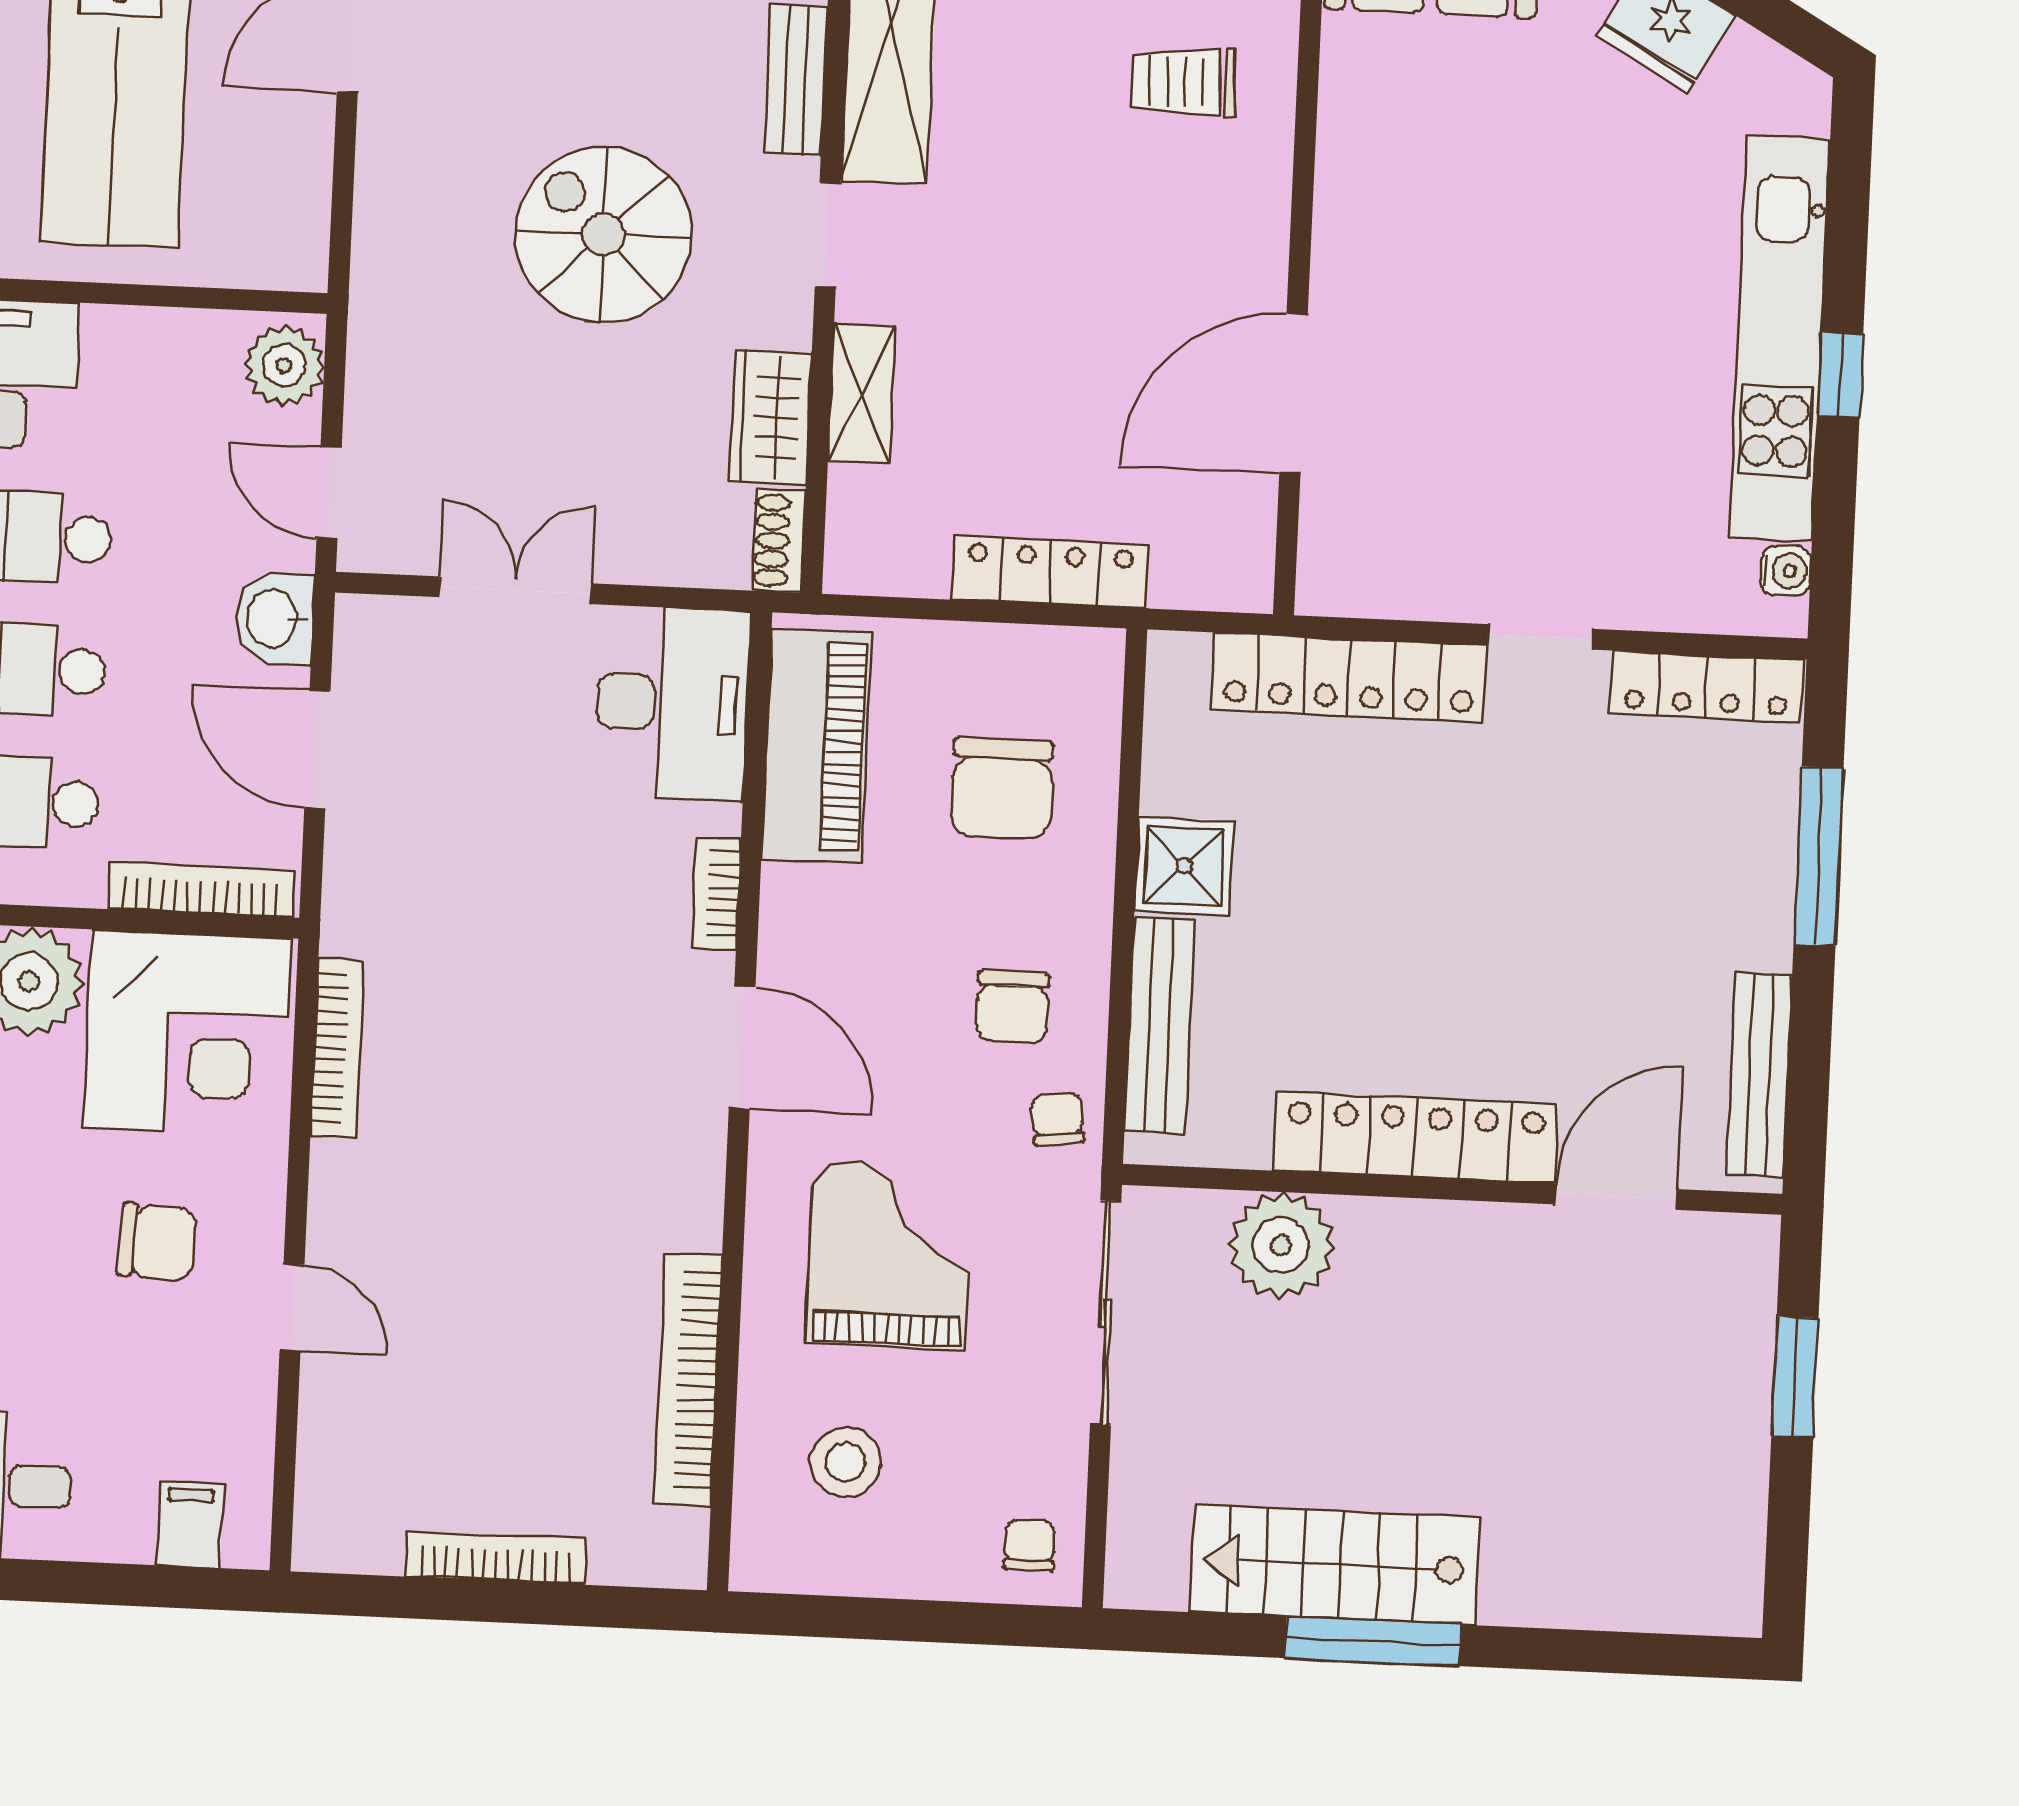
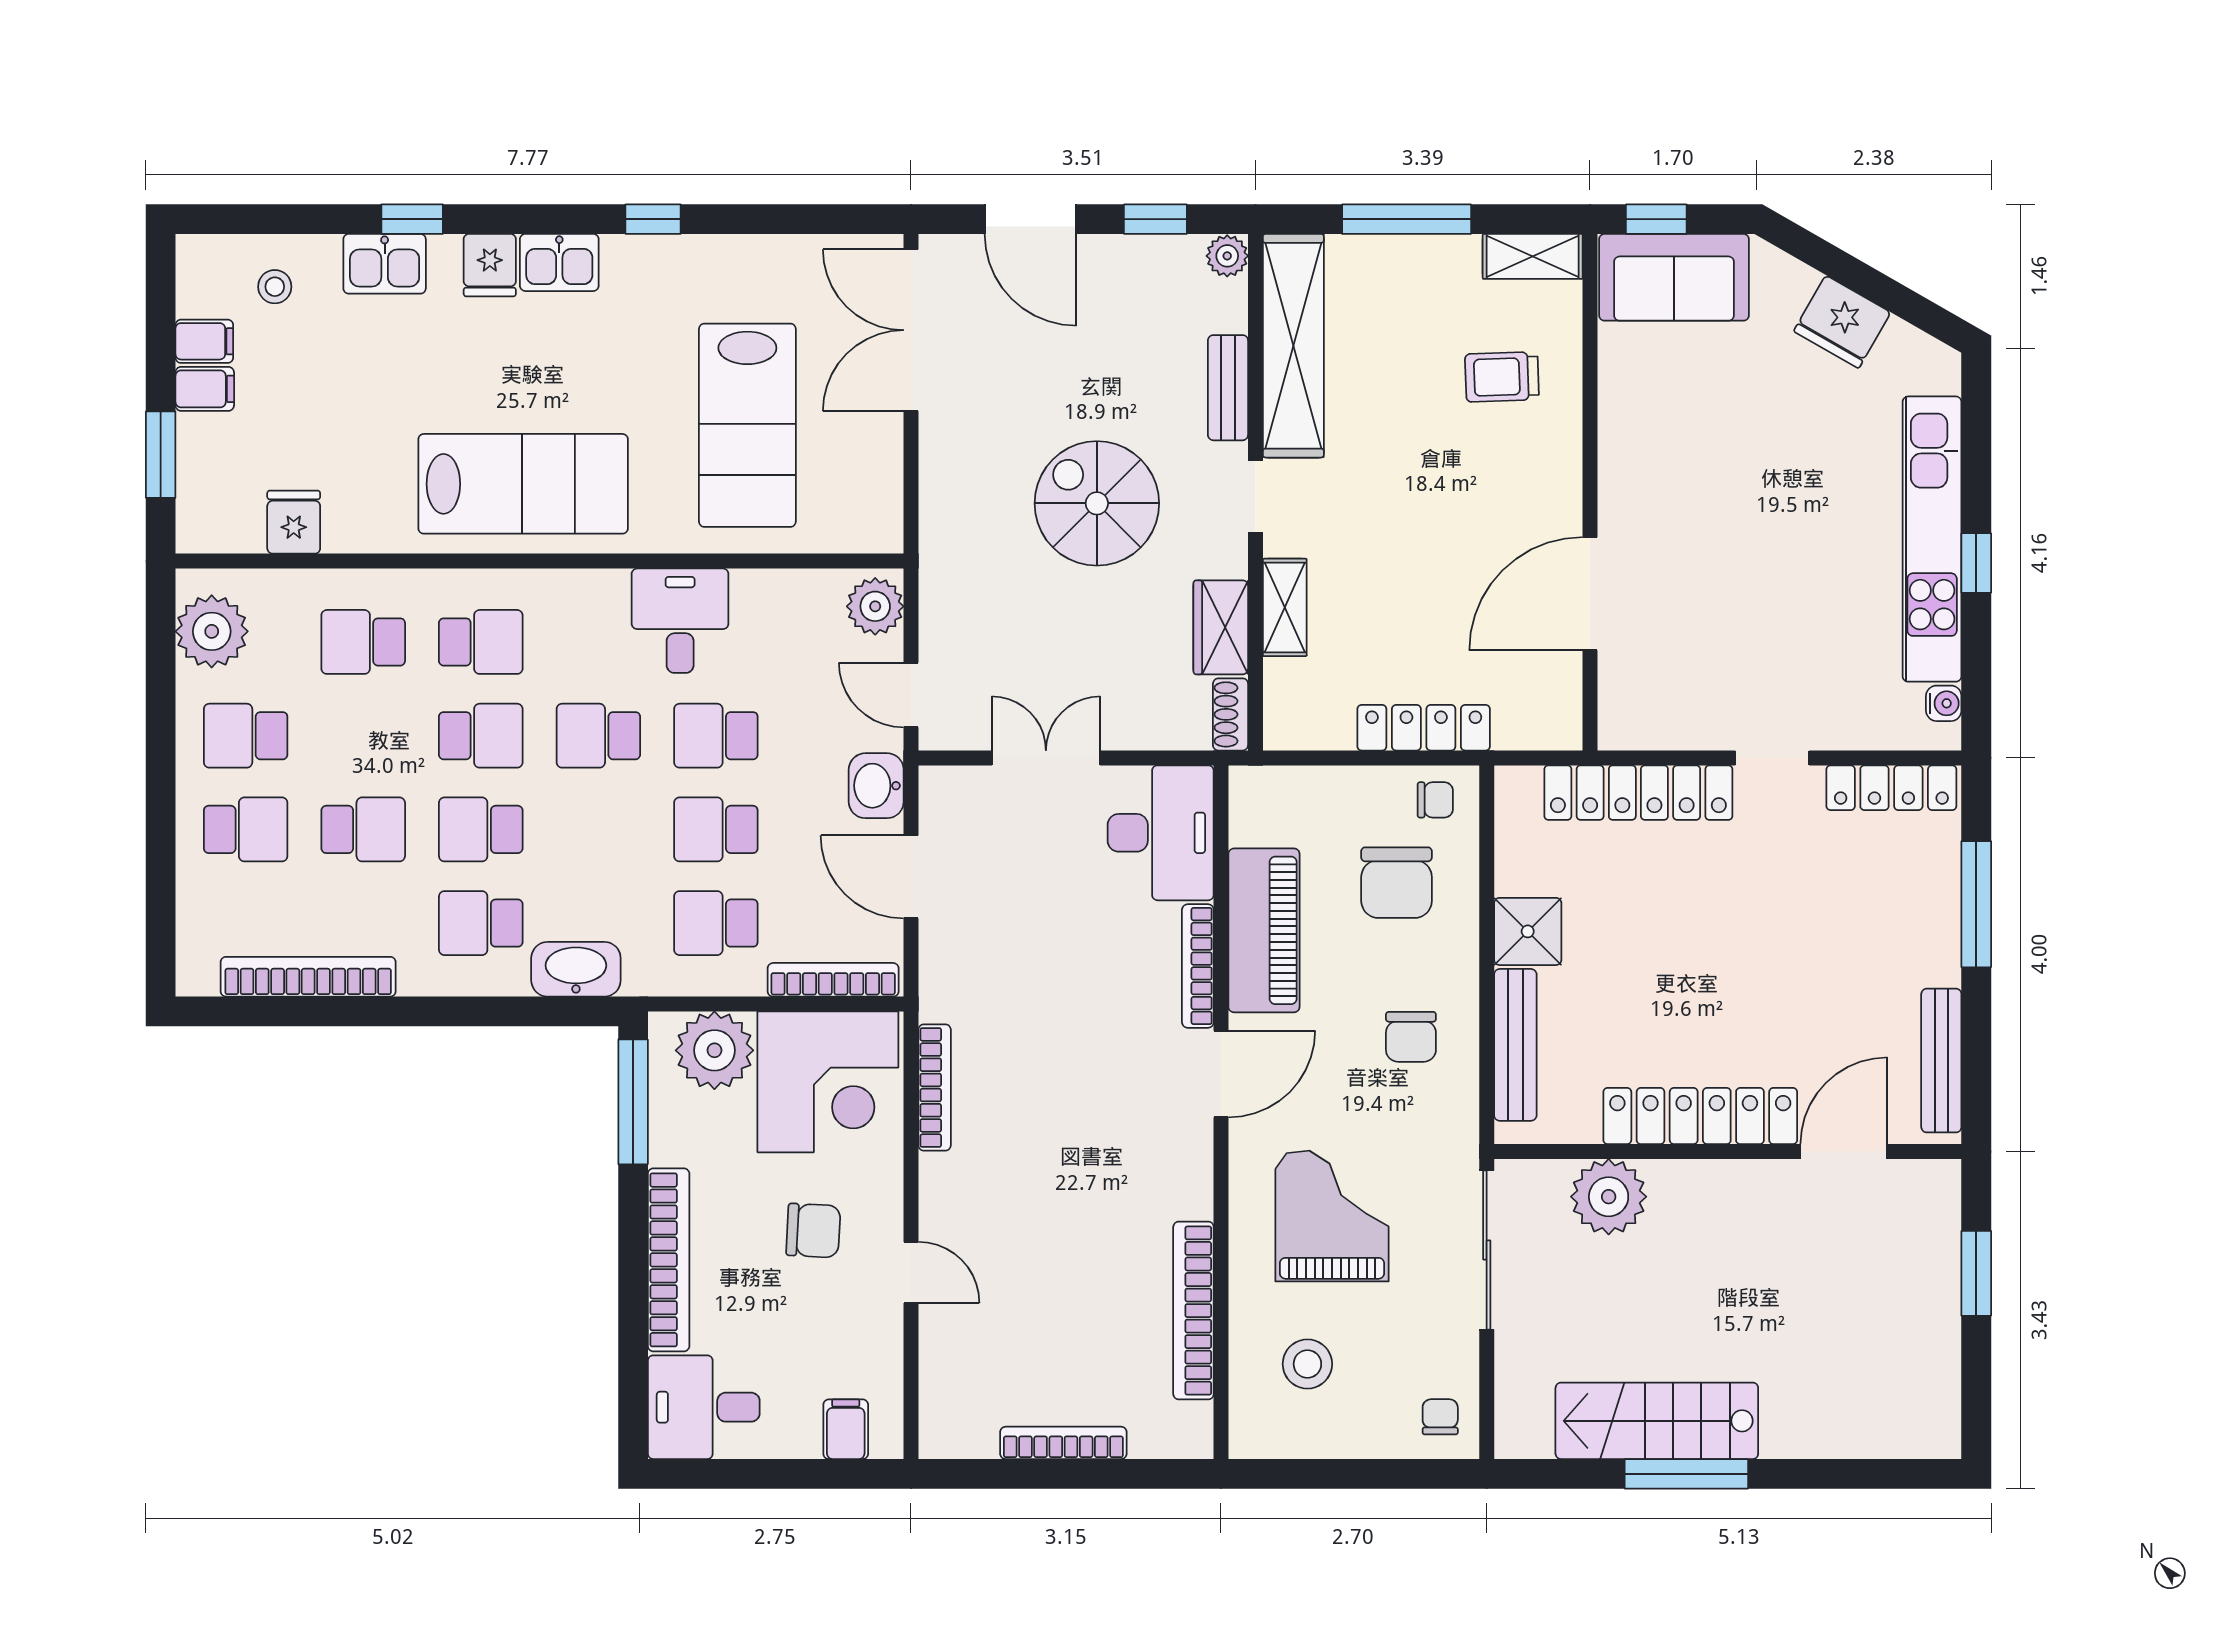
piano: (817, 746) -> (1264, 930), moved
bookcase: (716, 894) -> (1198, 966), width x1.56
door: (742, 1048) -> (1221, 1074), hinge flipped
chair: (1058, 1119) -> (1435, 800), moved, turned 97

